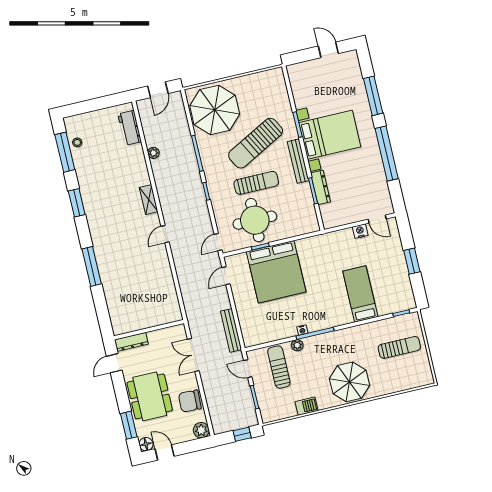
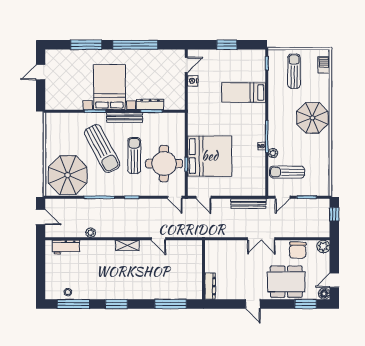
wall: (149, 330) -> (204, 270), moved
dresser: (131, 342) -> (210, 286), moved
barbecue: (307, 406) -> (324, 65), moved

